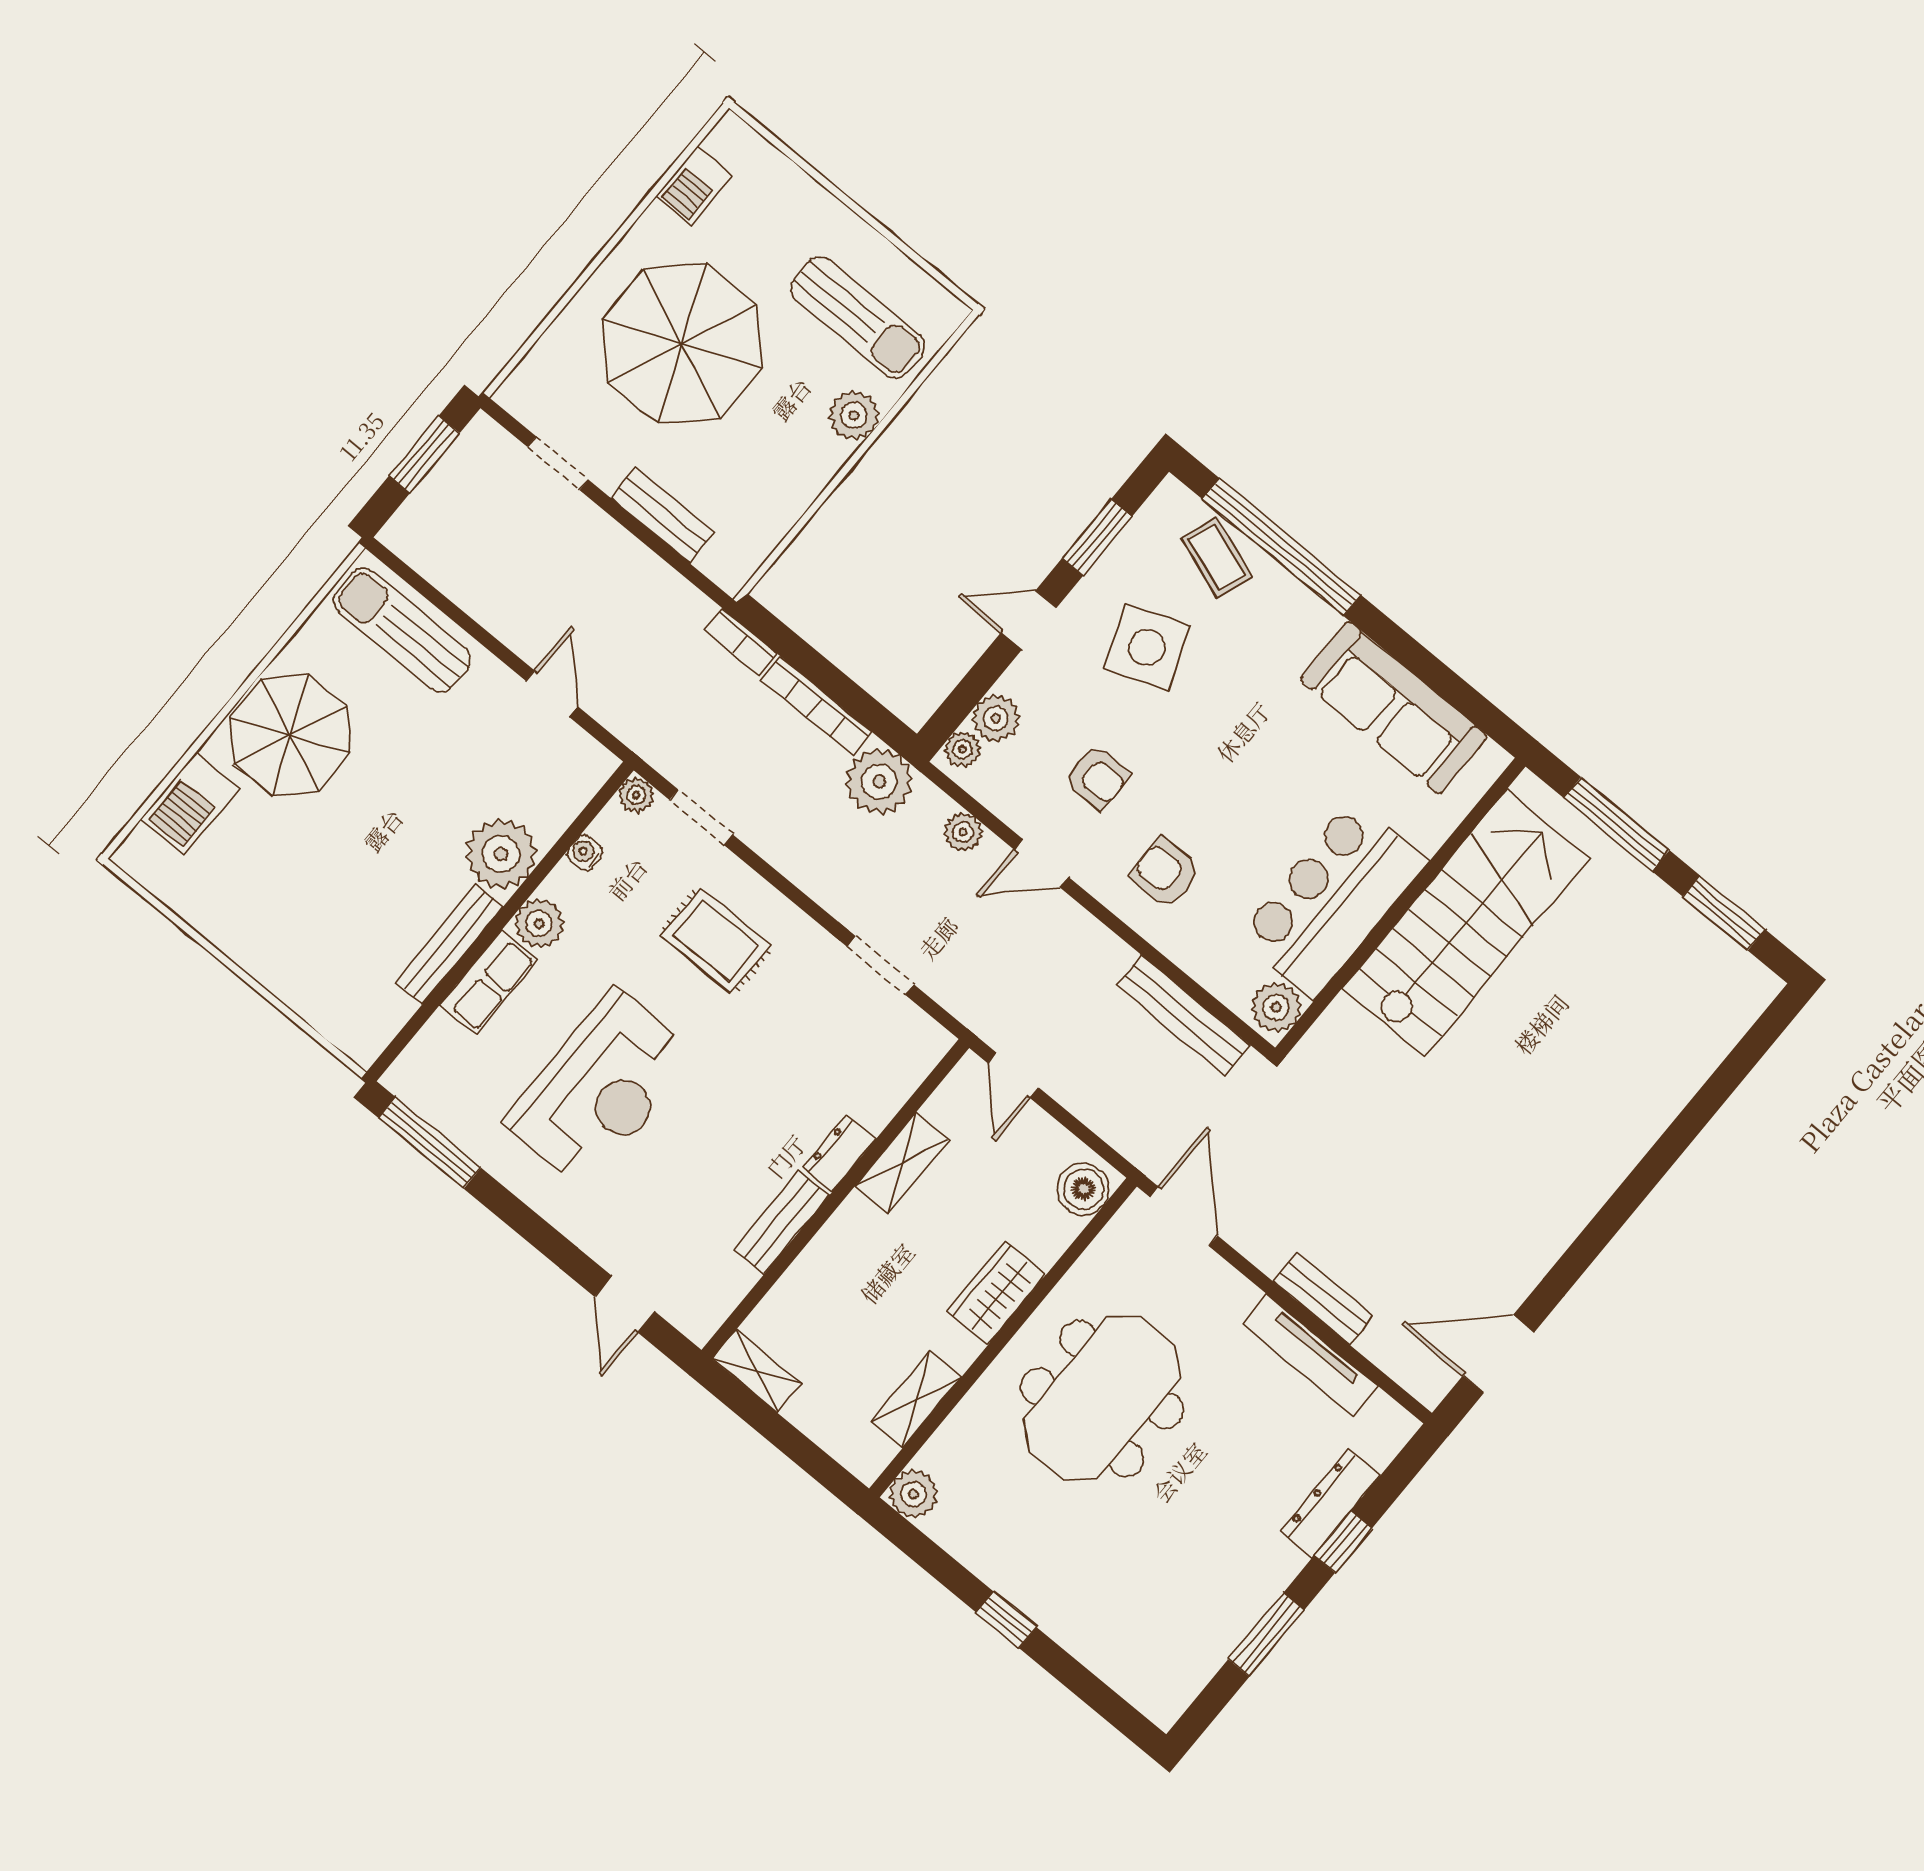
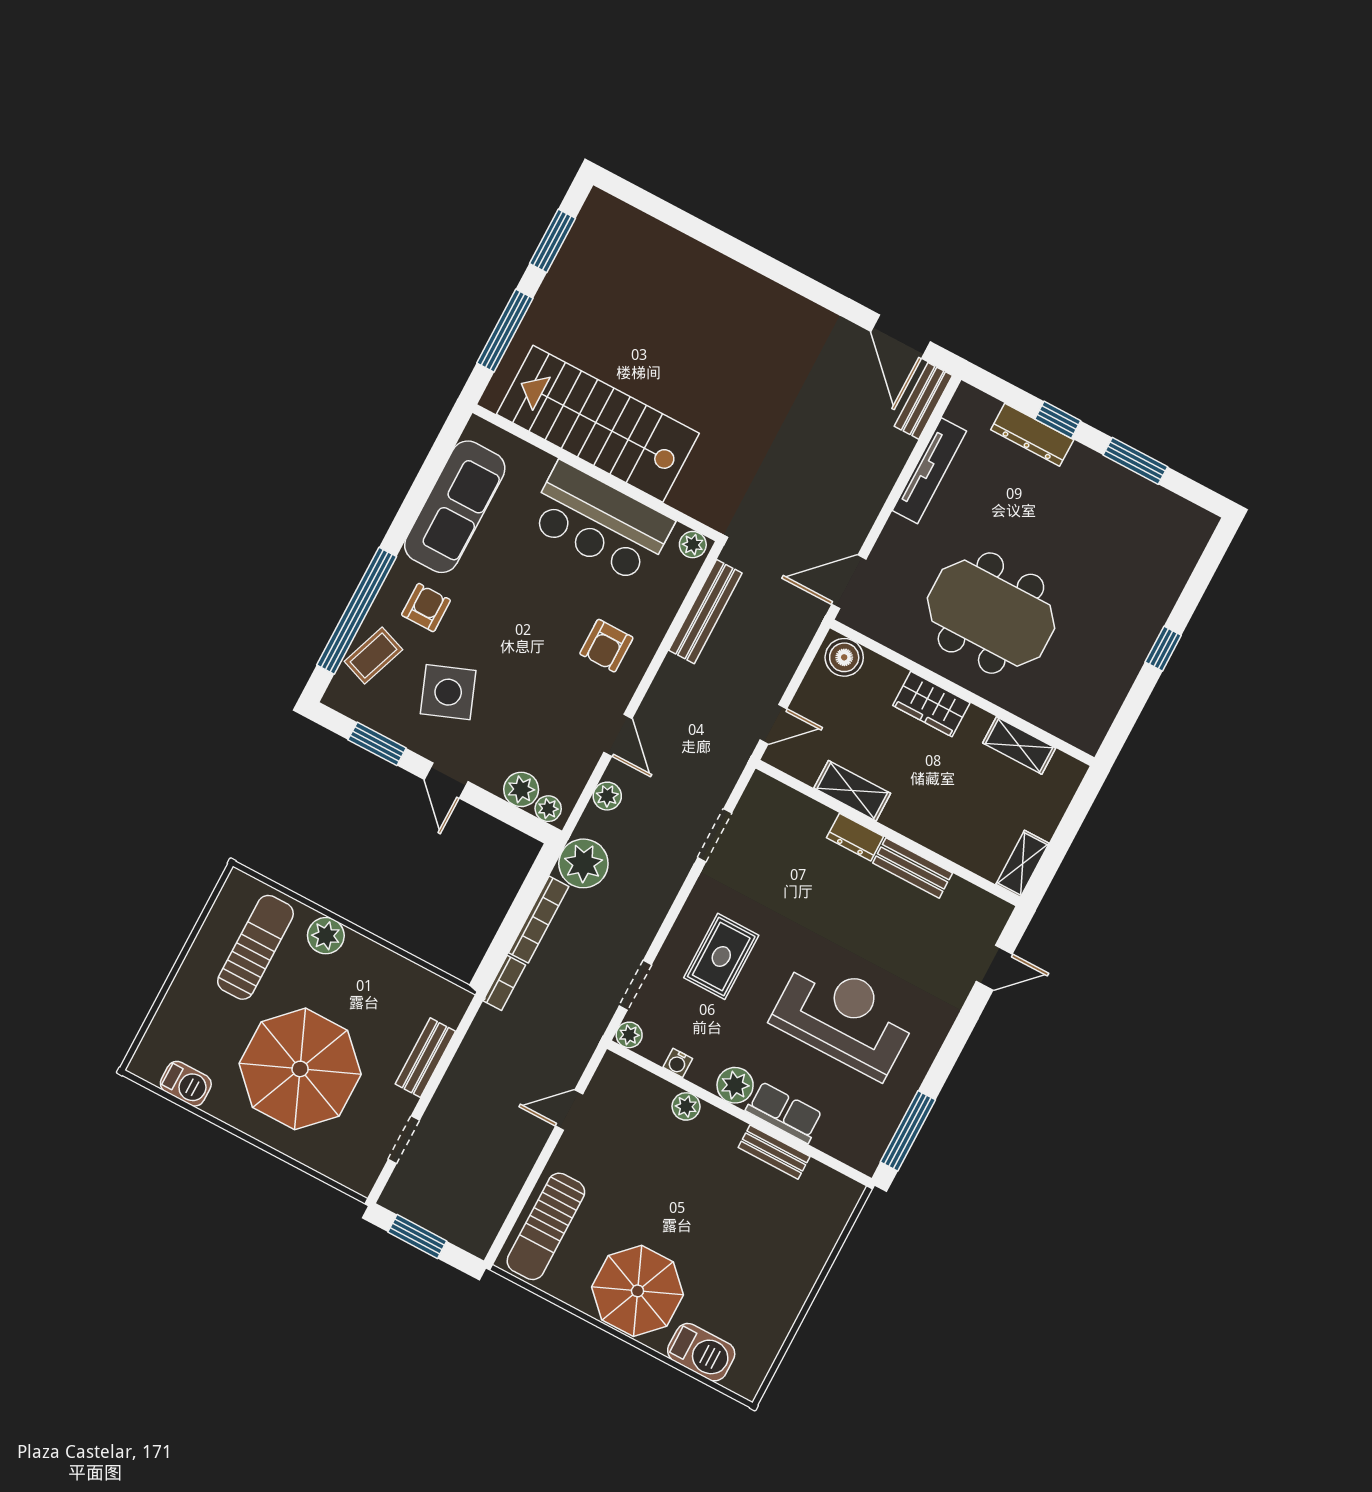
armchair: (1097, 777) -> (426, 608), moved
plant: (501, 854) -> (686, 1106), width x0.53, depth x0.53
bench: (449, 944) -> (774, 1152), width x0.73
plant: (1276, 1007) -> (693, 545), width x0.73, depth x0.73
bench: (1323, 1298) -> (923, 401), moved
plant: (914, 1494) -> (1087, 733), removed

